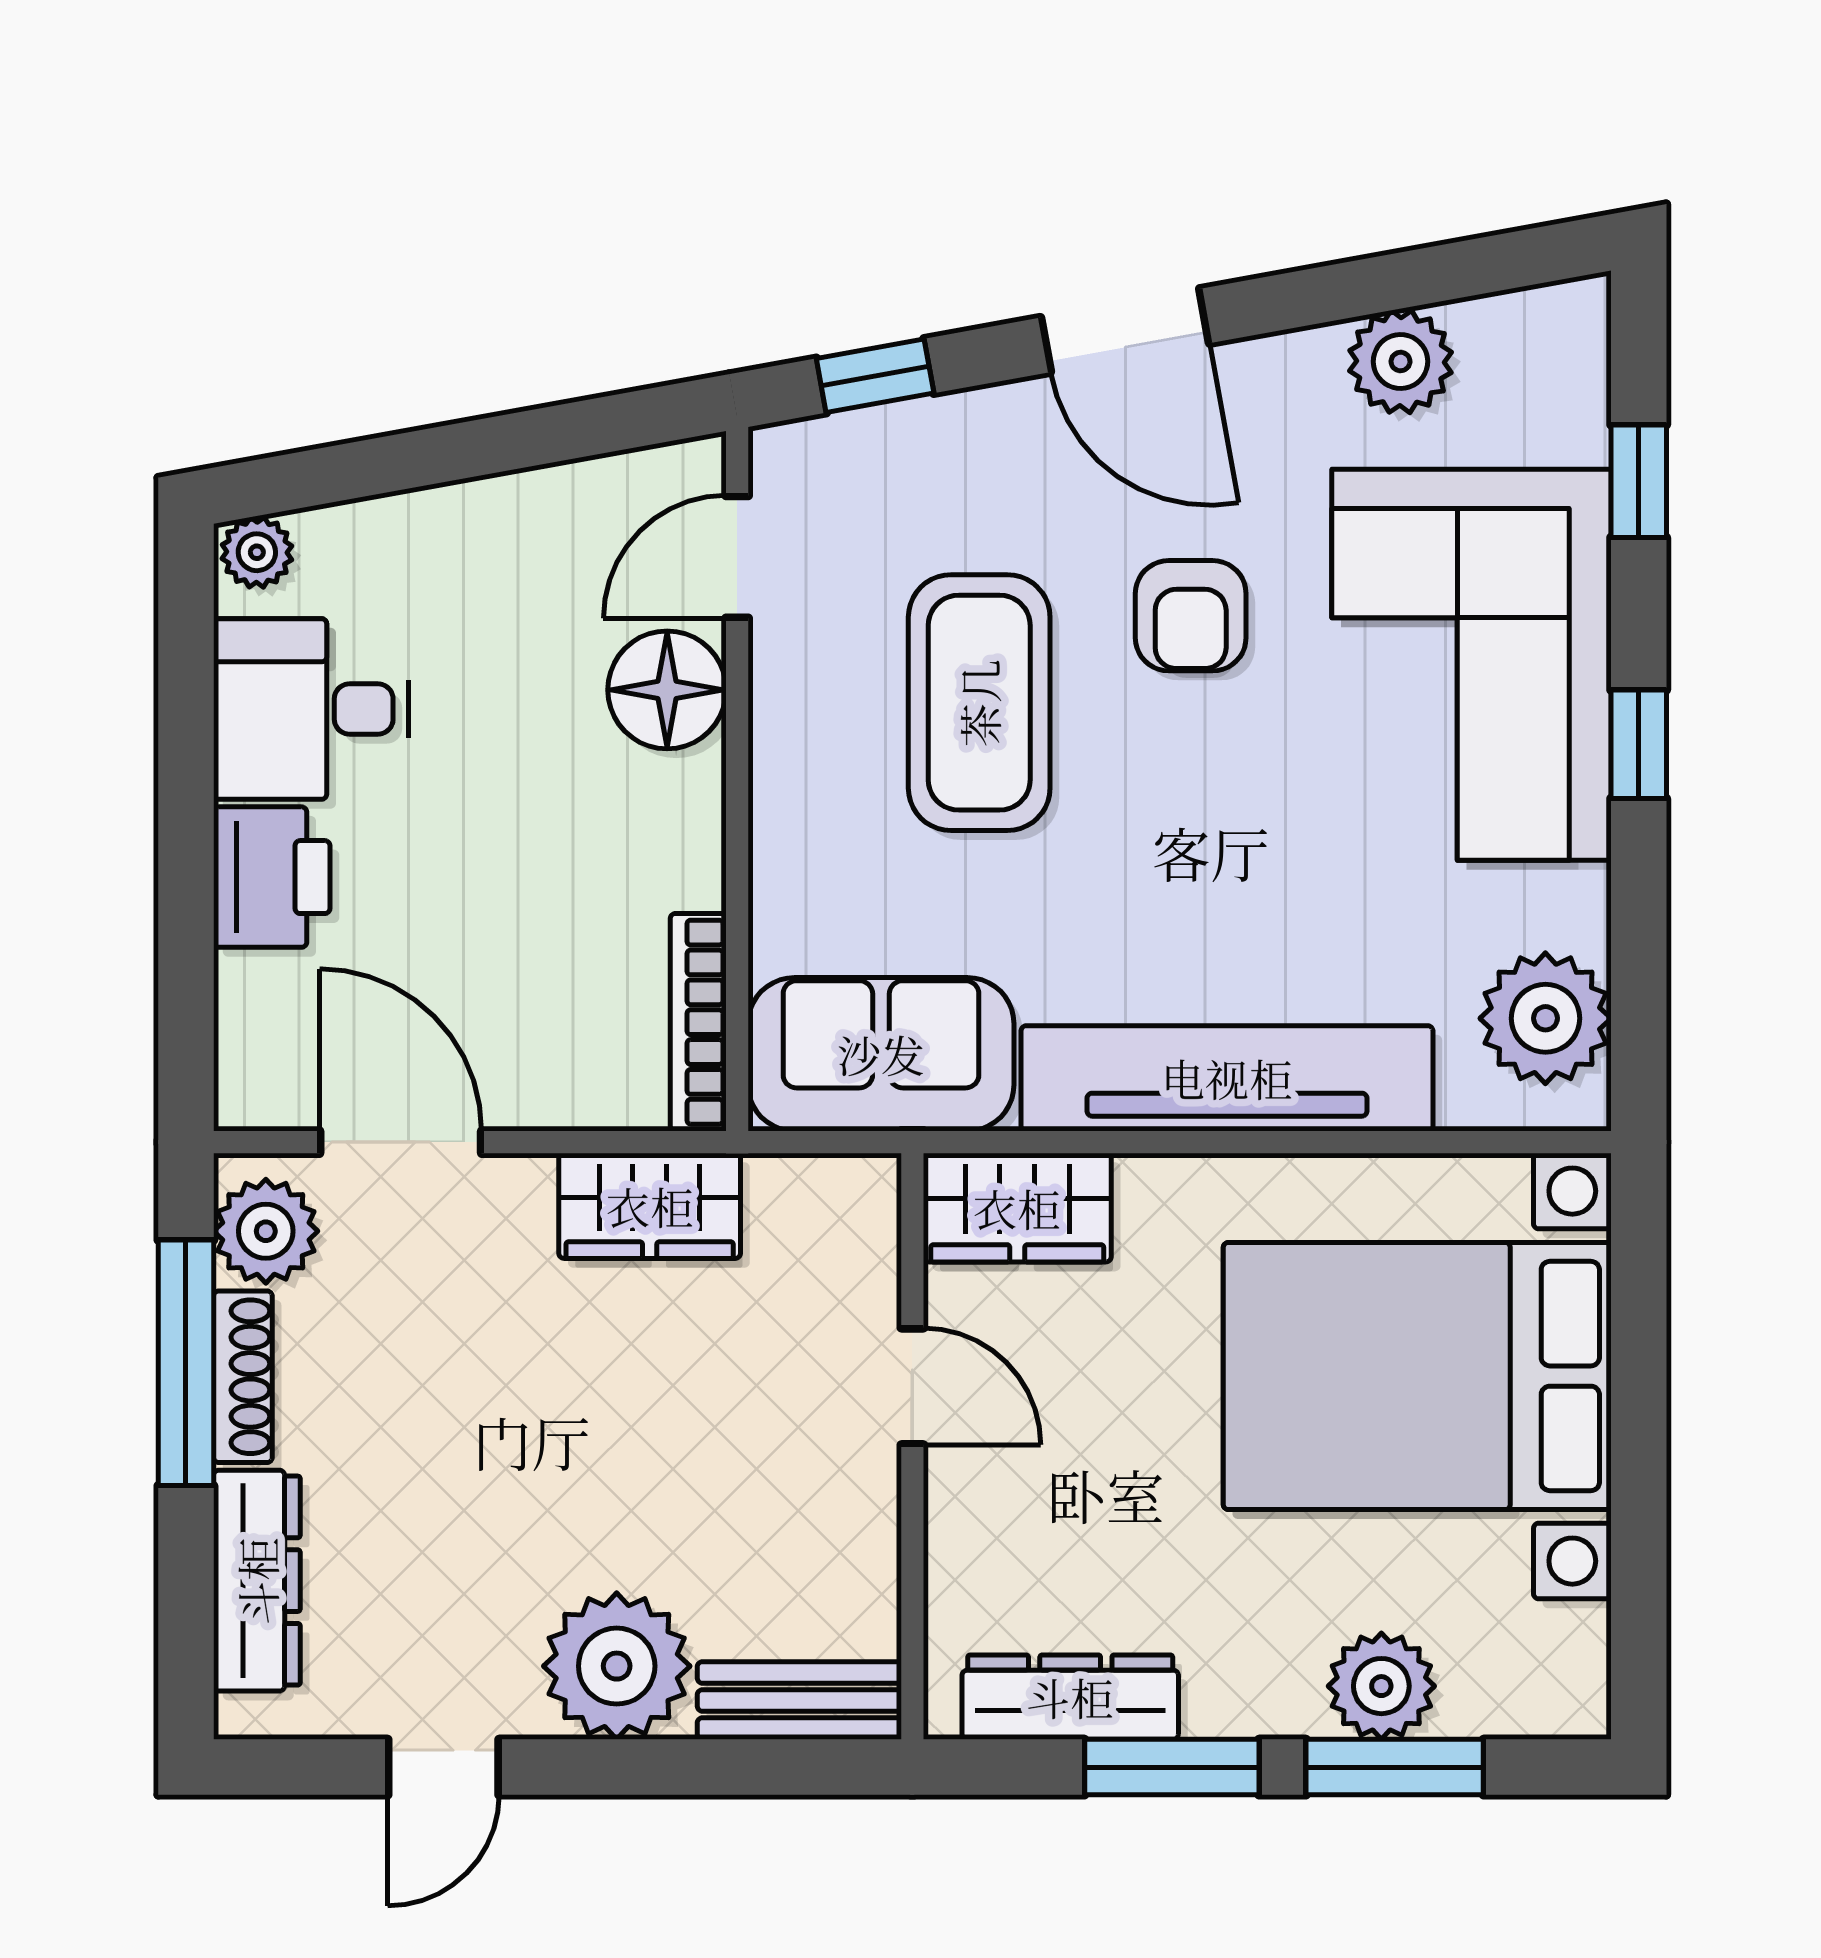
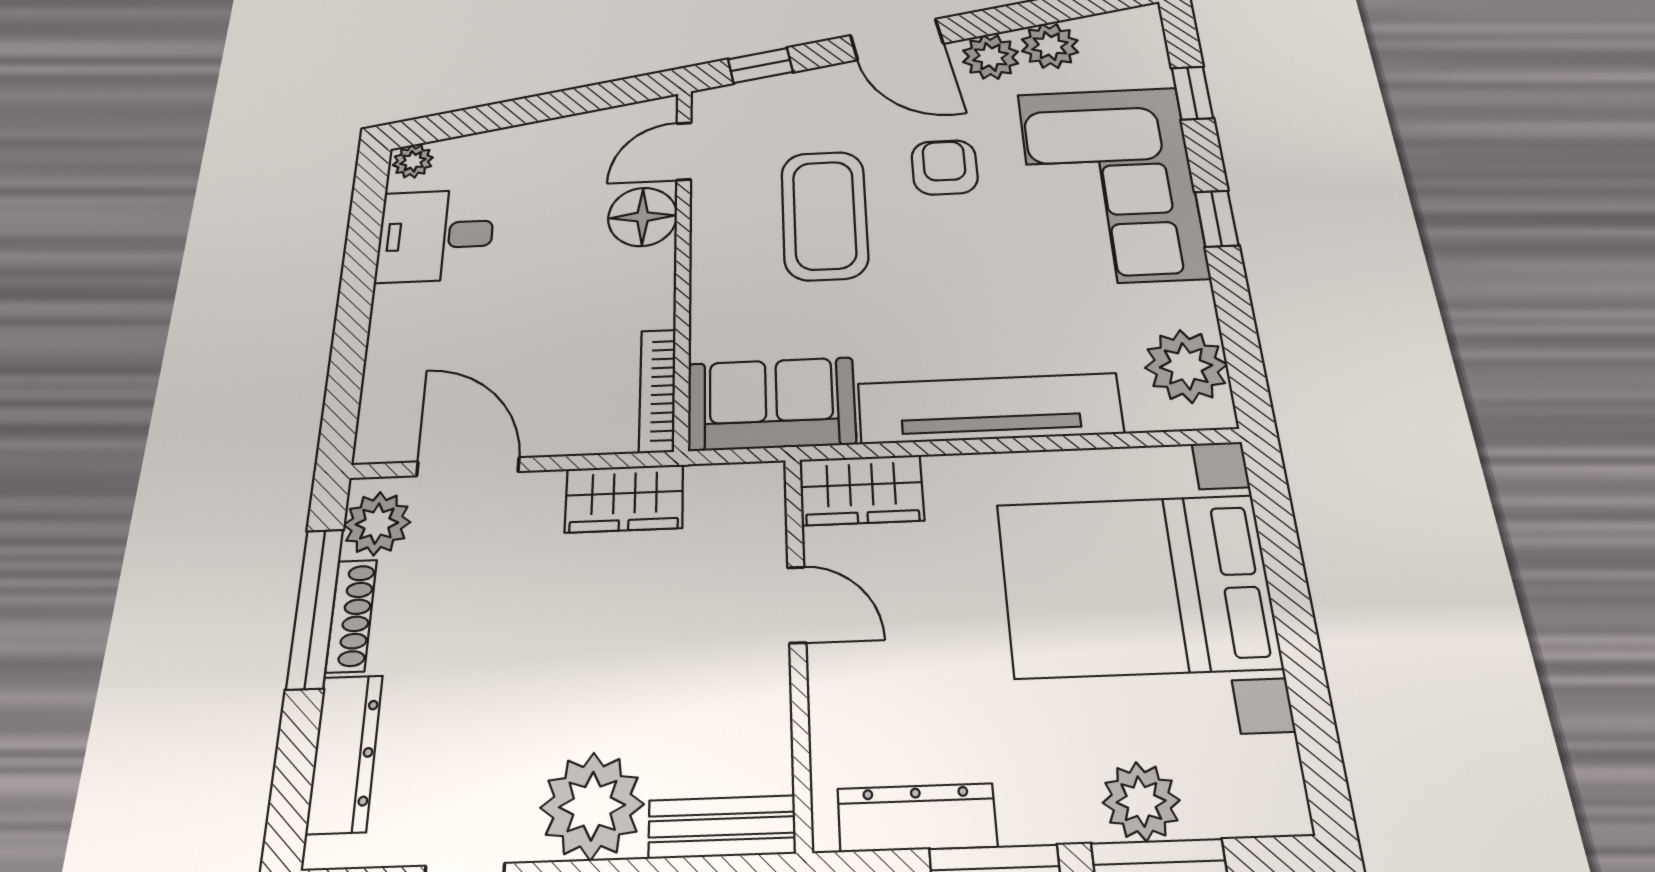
plant: (1291, 380) -> (991, 57), added
armchair: (1191, 616) -> (945, 167), turned 180
printer: (272, 877) -> (403, 322), removed

